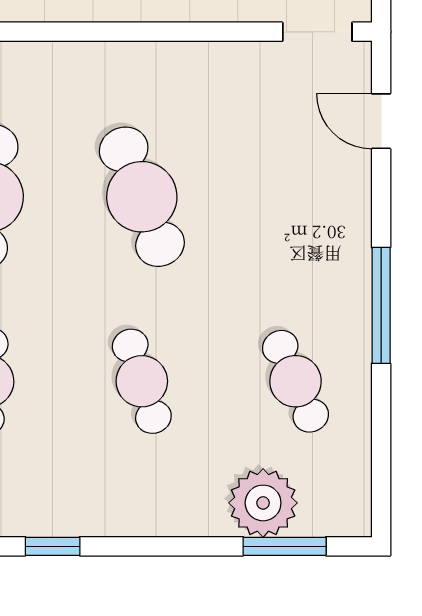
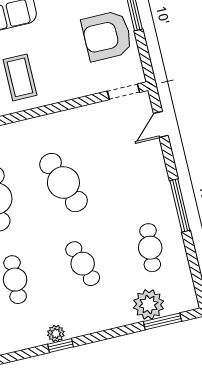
door: (381, 121) -> (161, 124), hinge flipped
cafe table: (295, 381) -> (150, 248), turned 30
plant: (49, 518) -> (56, 333), added

